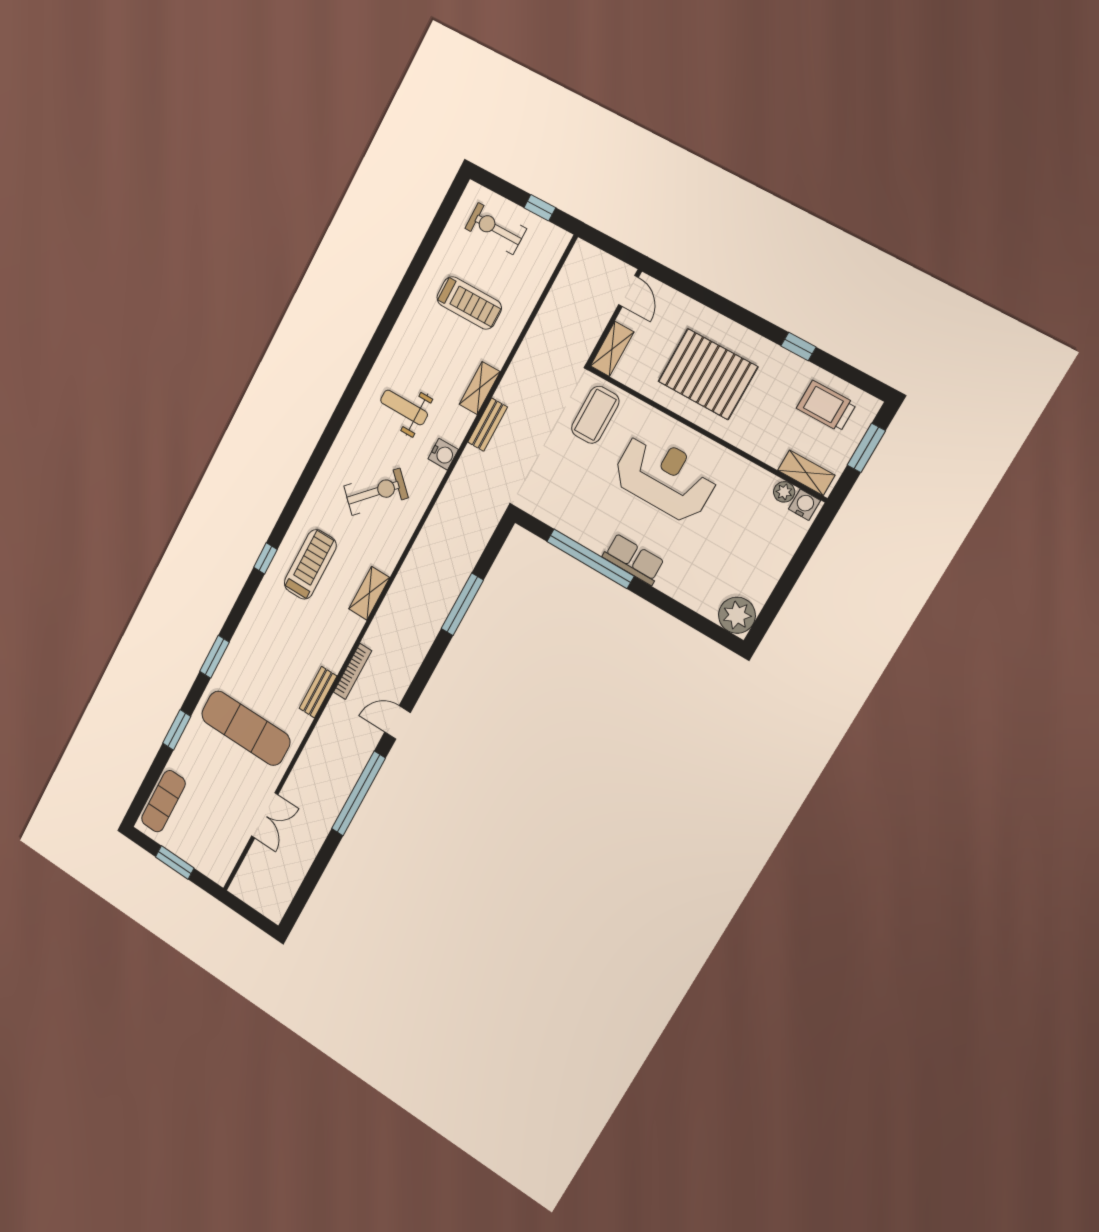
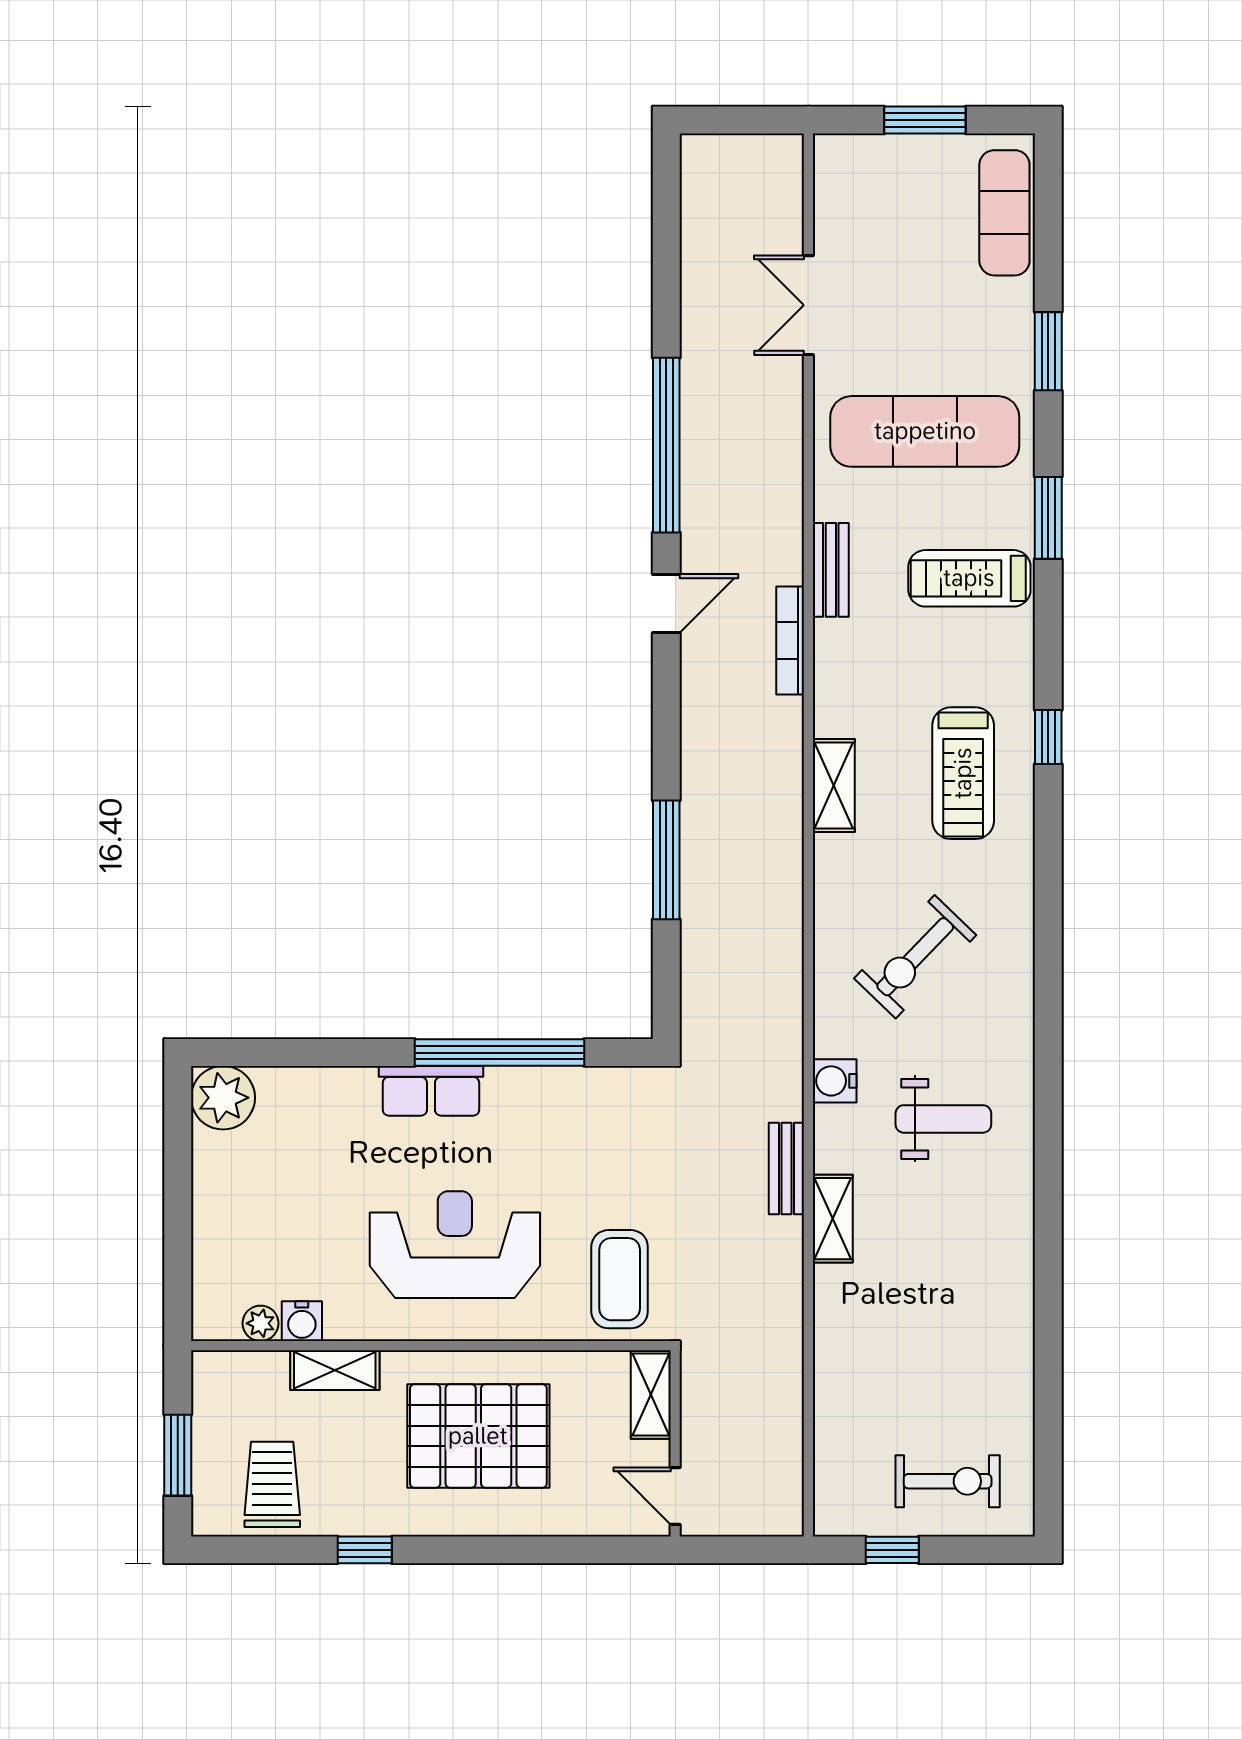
treadmill: (469, 303) -> (969, 578), moved
trolley: (826, 406) -> (272, 1484), turned -90
shelving: (806, 473) -> (335, 1370), moved
reception desk: (665, 477) -> (455, 1245), turned 180
water cooler: (804, 505) -> (302, 1321), moved

